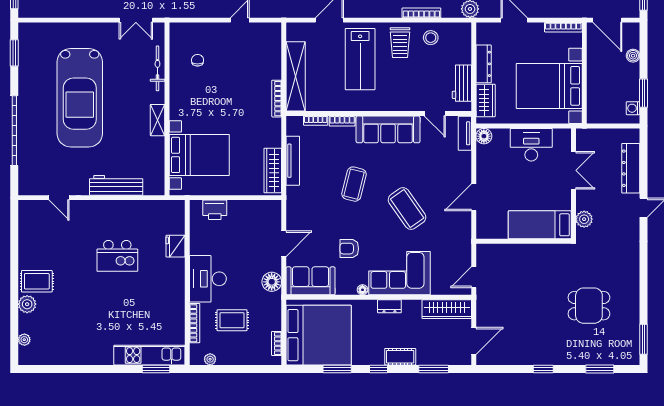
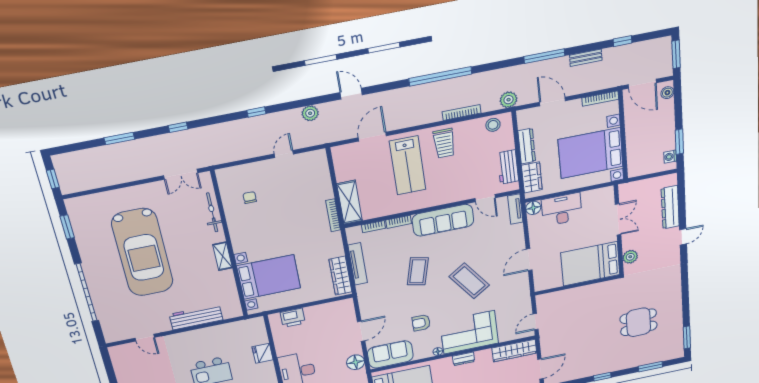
stool: (431, 38) -> (493, 125), moved
boiler: (633, 56) -> (667, 93), moved
shelving: (296, 76) -> (349, 202), width x0.68
desk: (531, 145) -> (562, 209), moved
bed: (540, 225) -> (590, 264), width x1.50

